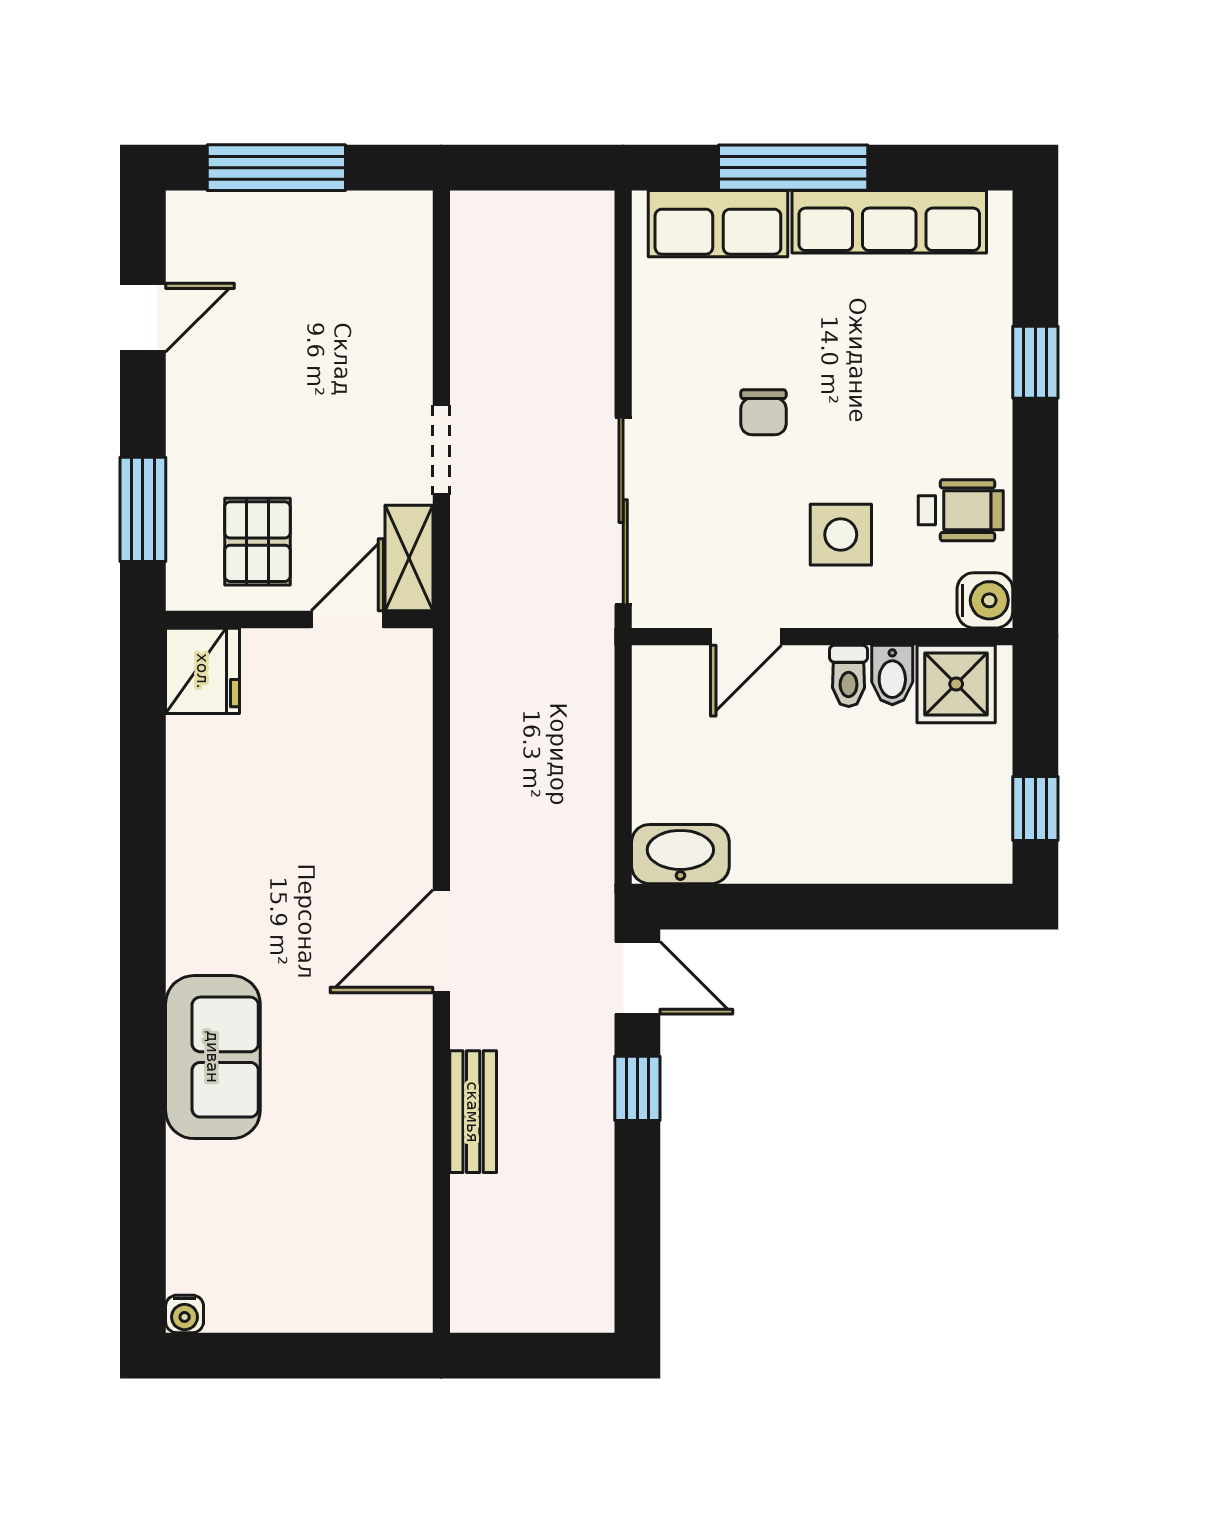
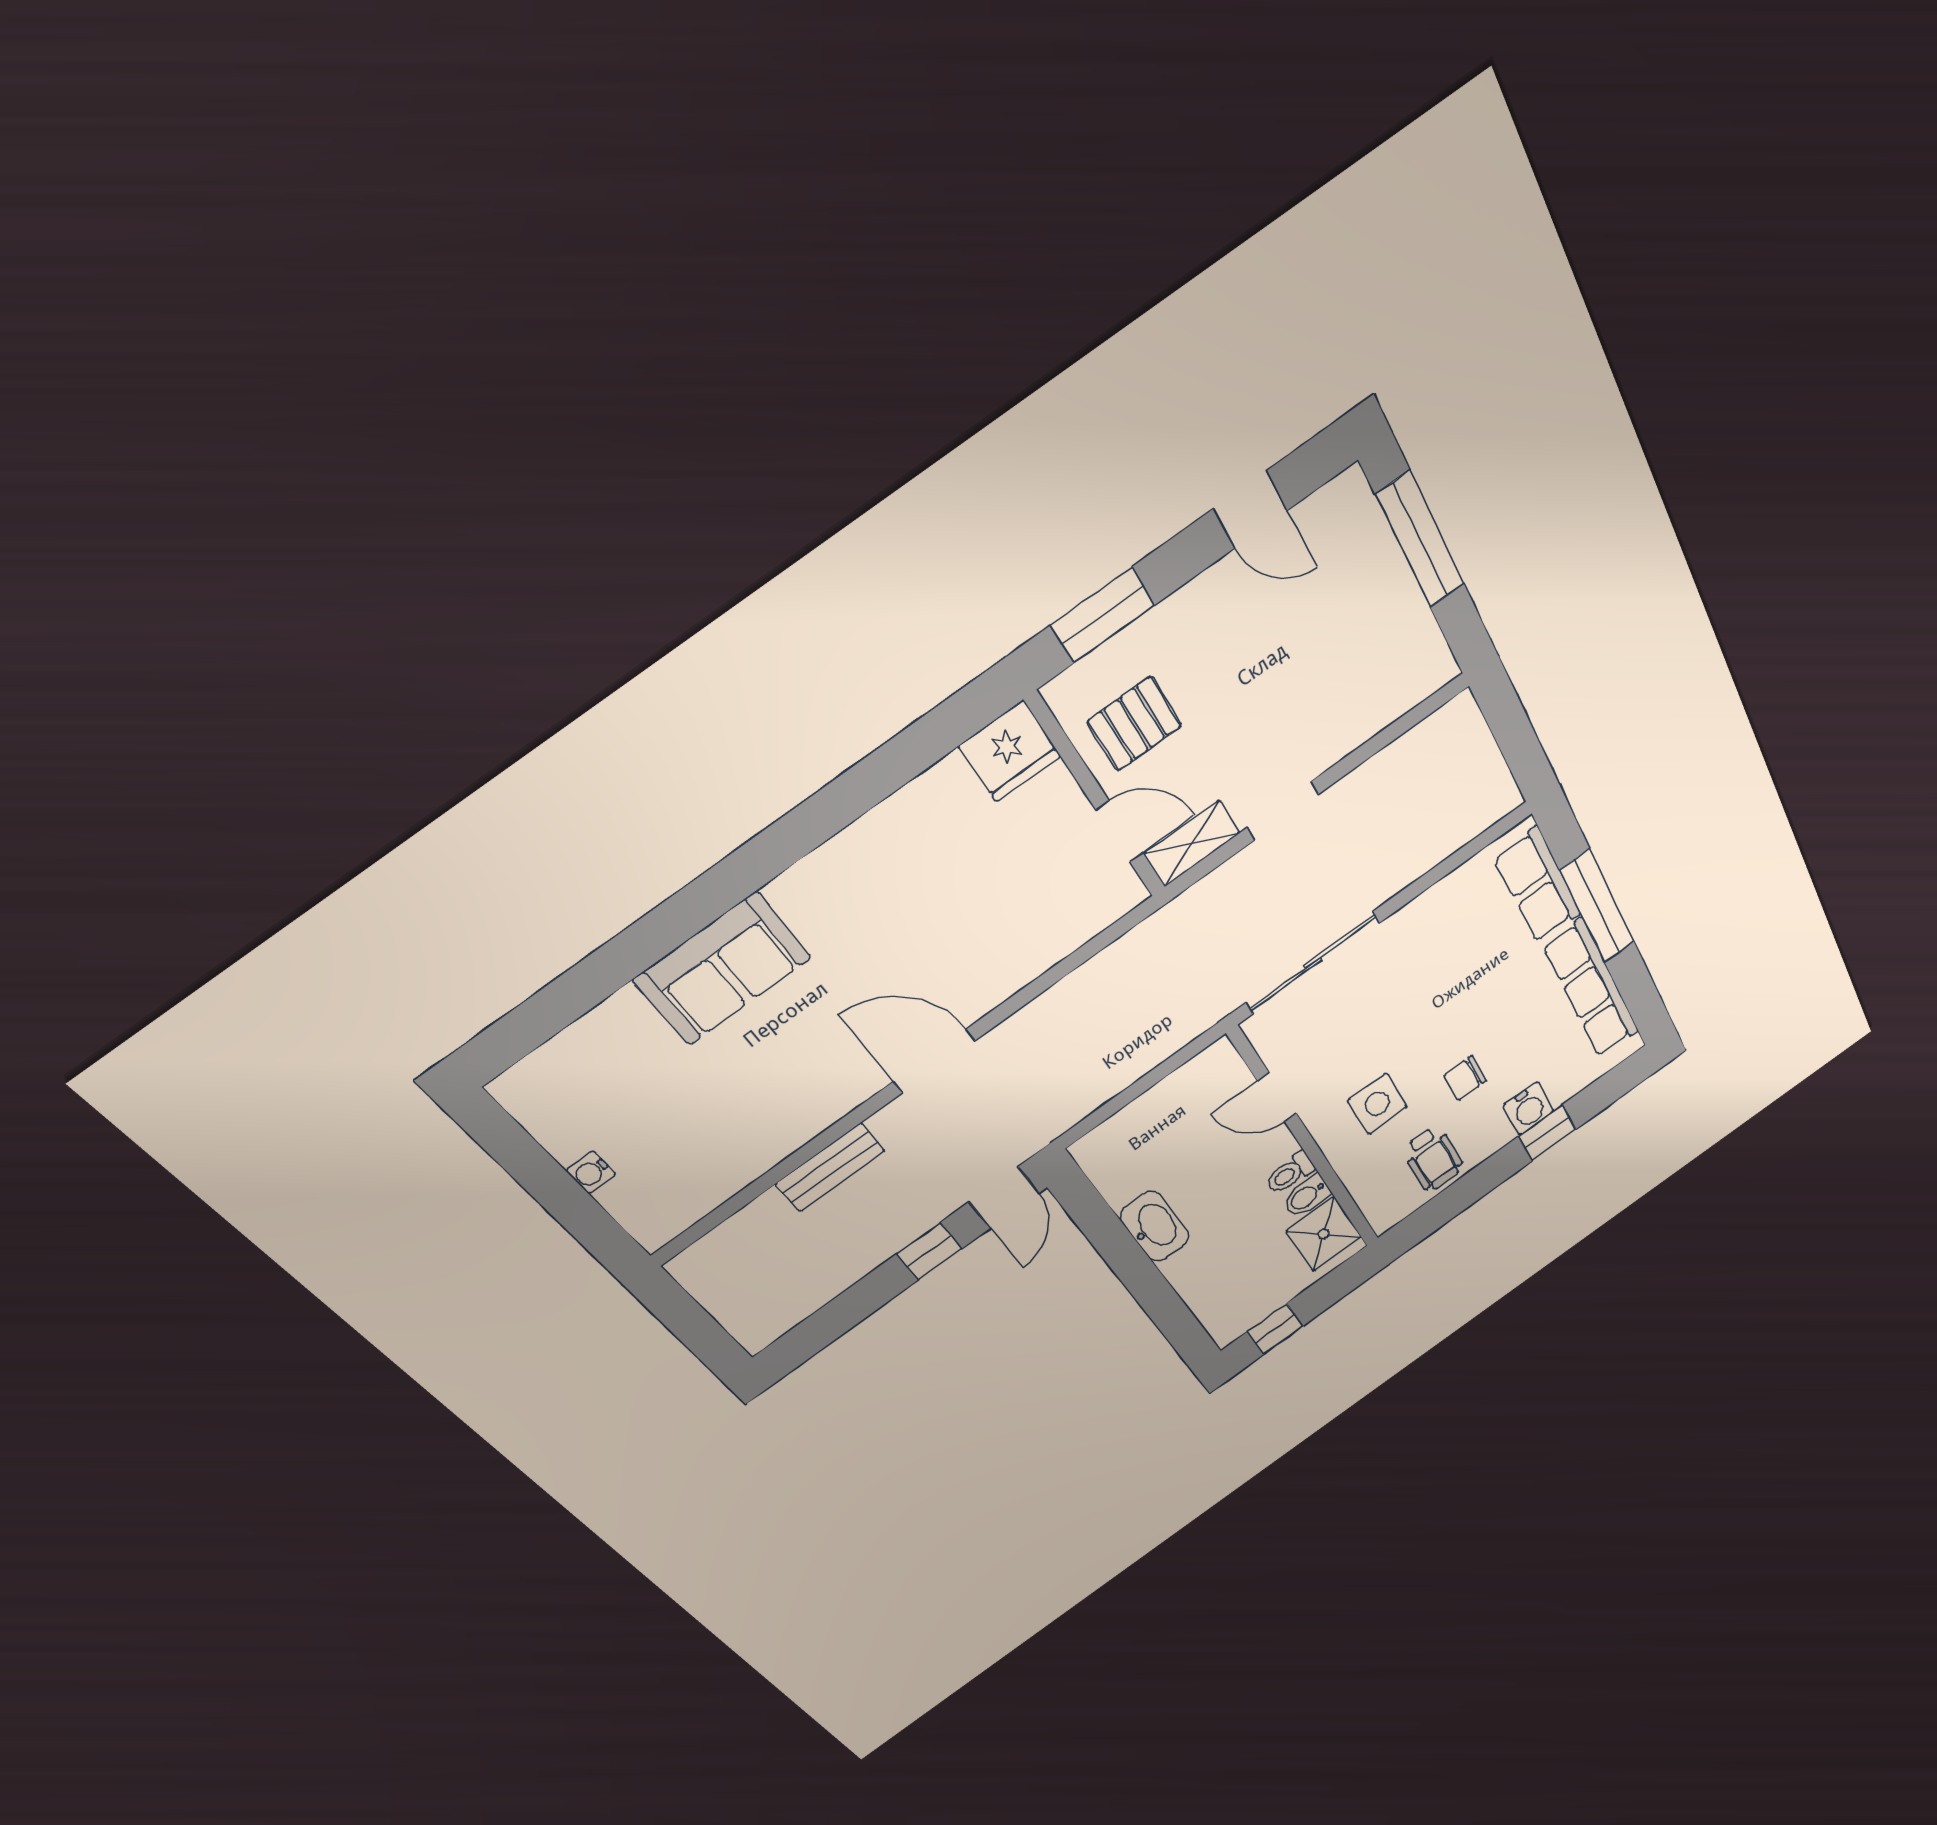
chair: (763, 412) -> (1465, 1078), moved
water cooler: (985, 600) -> (1528, 1108), moved
washbasin: (680, 854) -> (1155, 1226), moved
water cooler: (185, 1314) -> (591, 1172), moved

